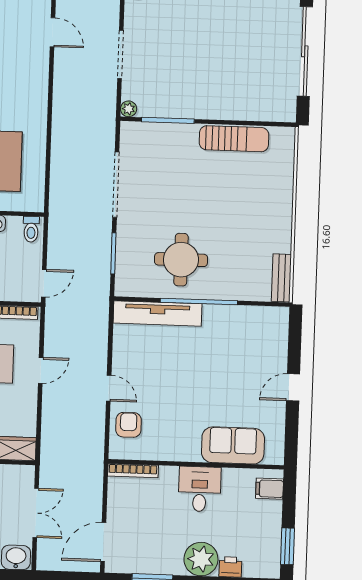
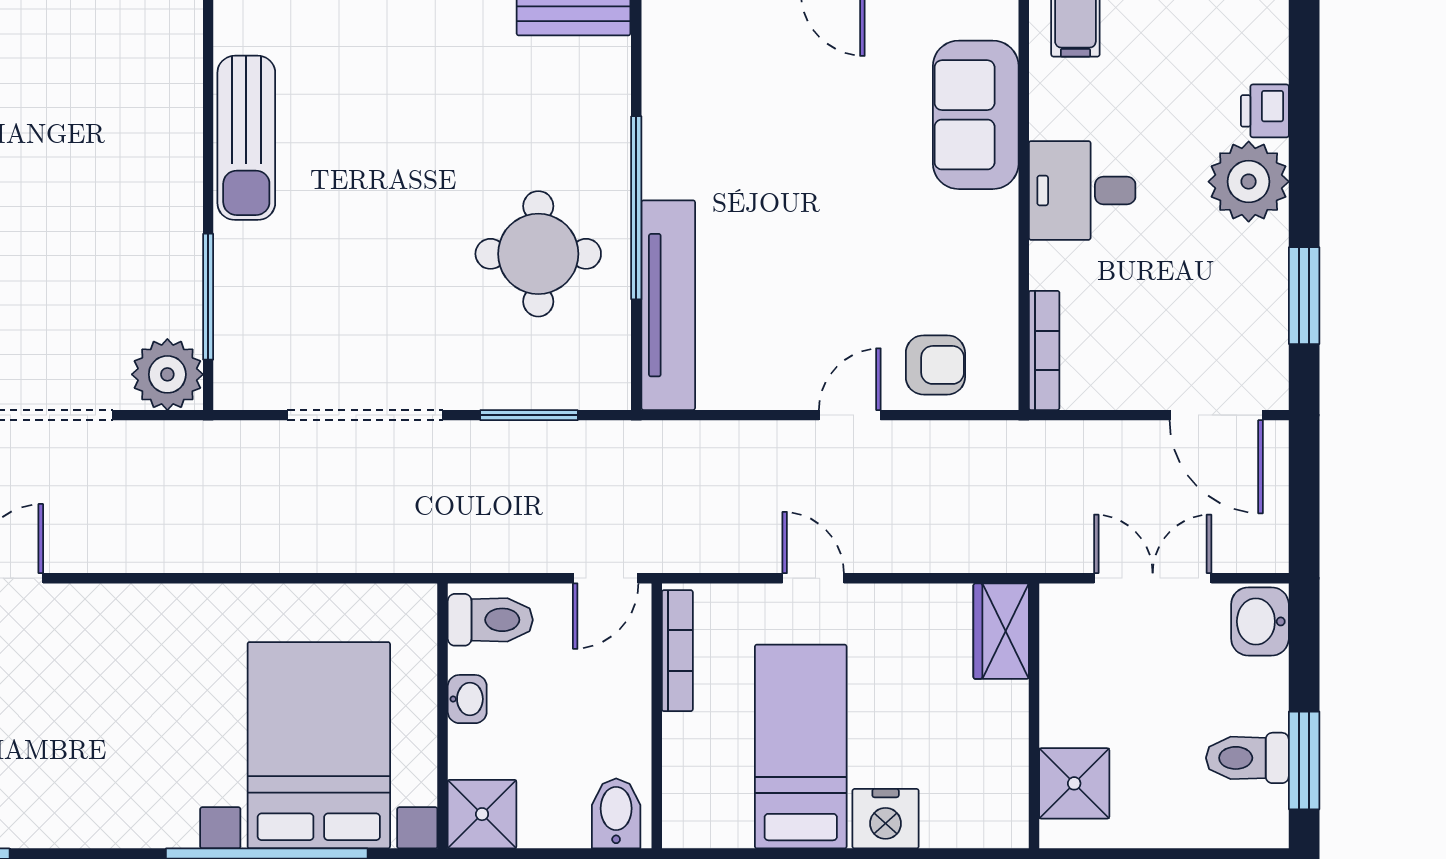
plant: (129, 109) -> (167, 374), width x1.88, depth x1.88
sun lounger: (234, 139) -> (246, 138), turned 180
toilet: (31, 229) -> (490, 620), width x1.37, depth x1.39
door: (44, 283) -> (606, 578), swing flipped
armchair: (128, 425) -> (935, 365), turned 180

